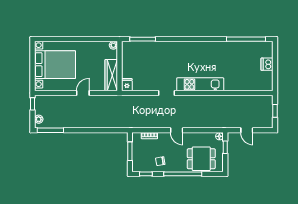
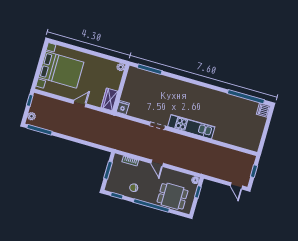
dishwasher: (267, 64) -> (263, 110), moved
wardrobe: (111, 75) -> (109, 99), width x0.67
door: (247, 130) -> (236, 186), moved

